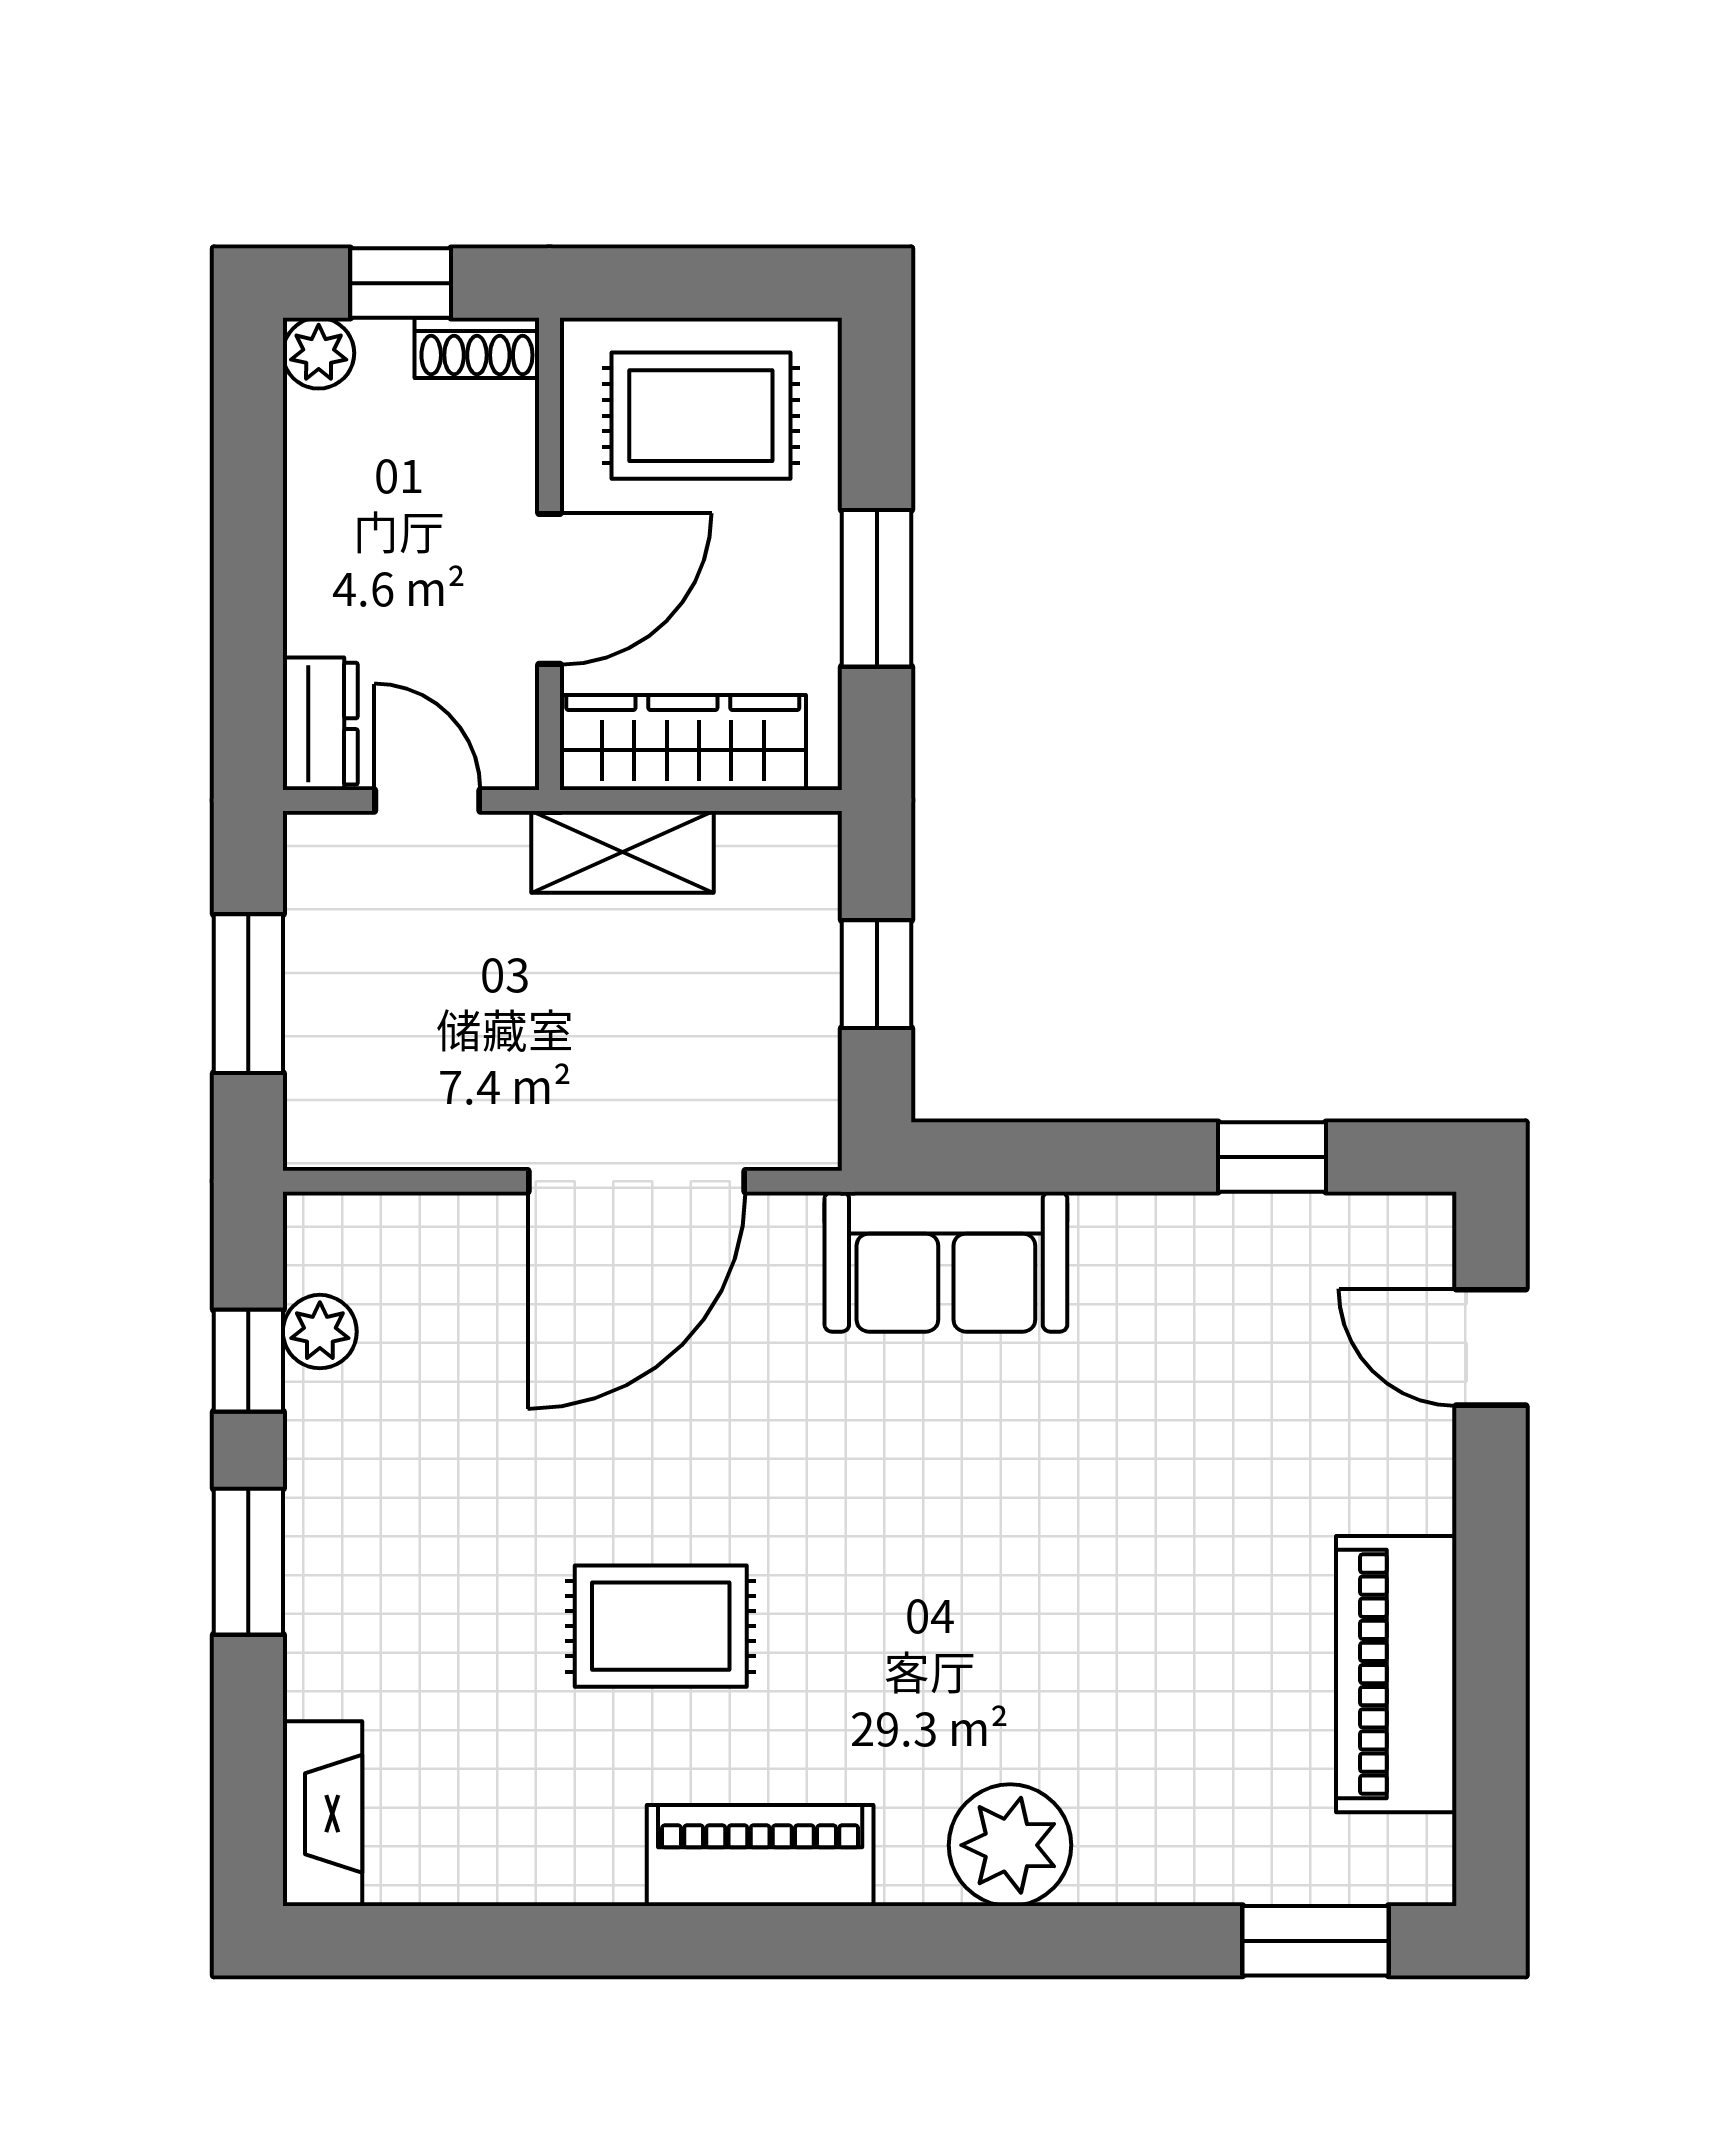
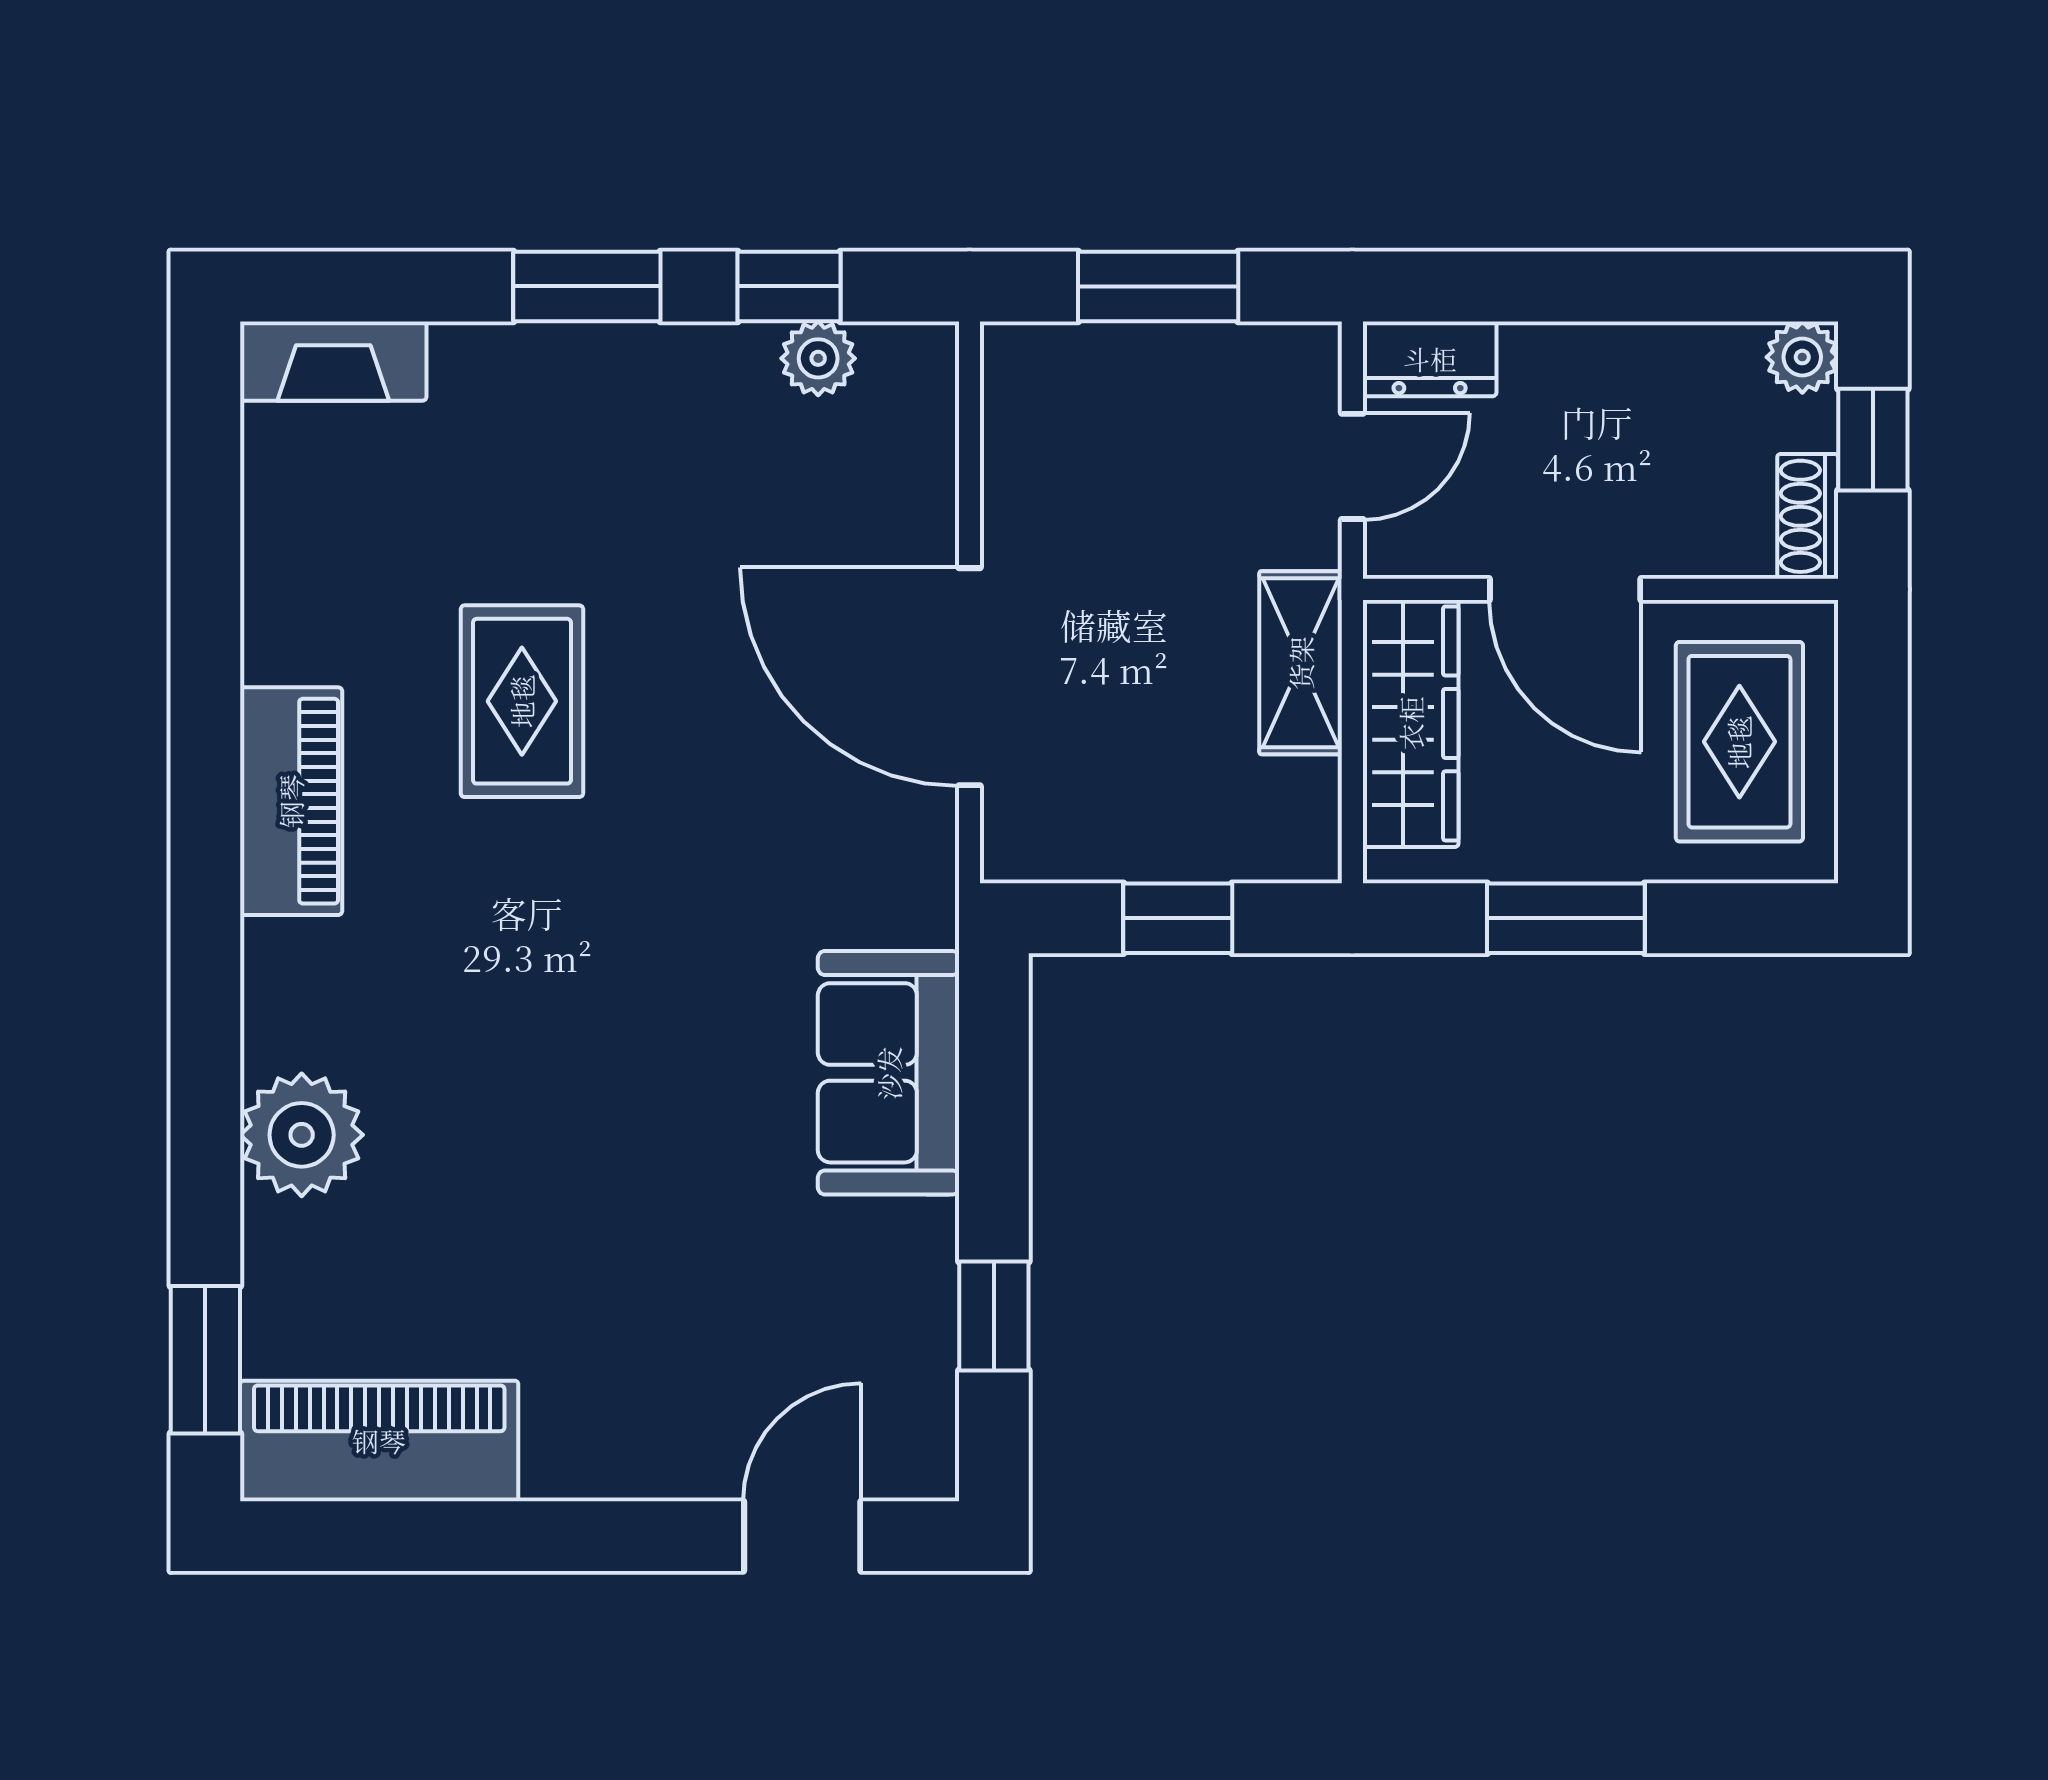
sofa: (946, 1262) -> (889, 1073), moved
piano: (1396, 1674) -> (379, 1441), moved
plant: (1010, 1845) -> (302, 1135), moved

